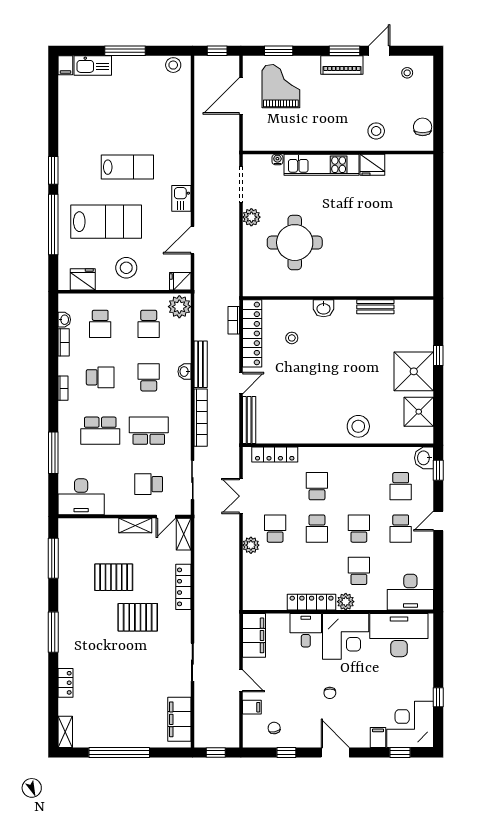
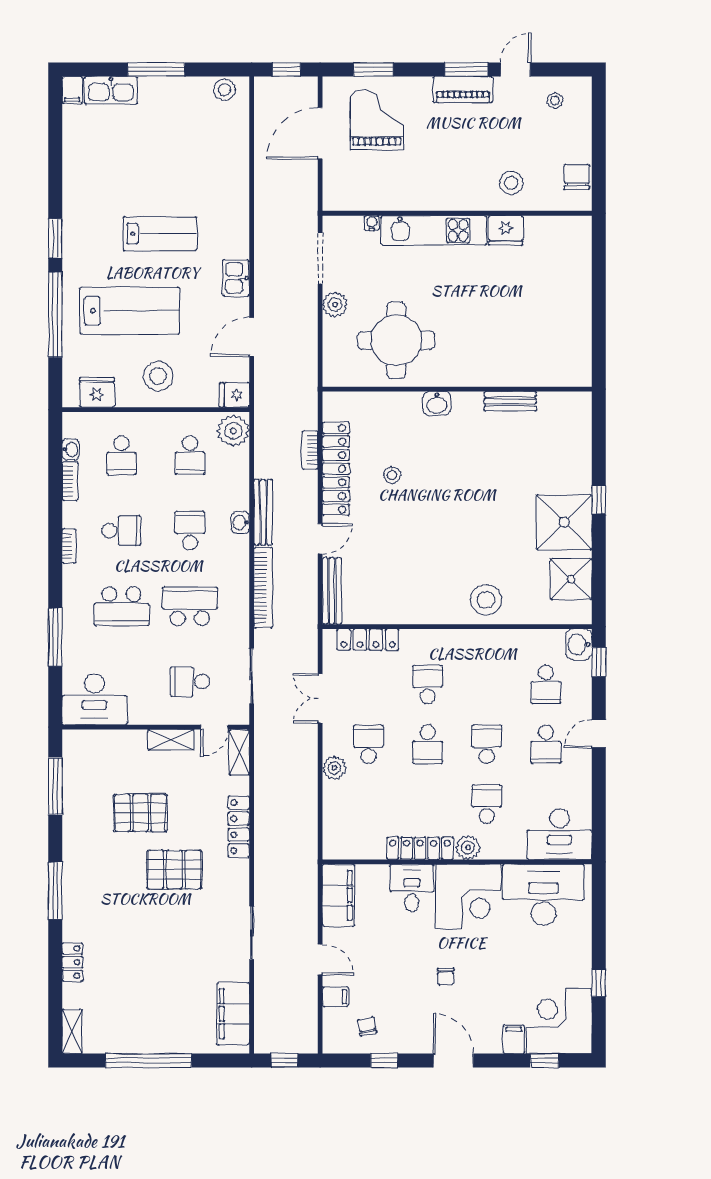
wall: (338, 298) -> (457, 389), moved
bench: (375, 307) -> (510, 401), moved
washbasin: (324, 308) -> (437, 404), moved

